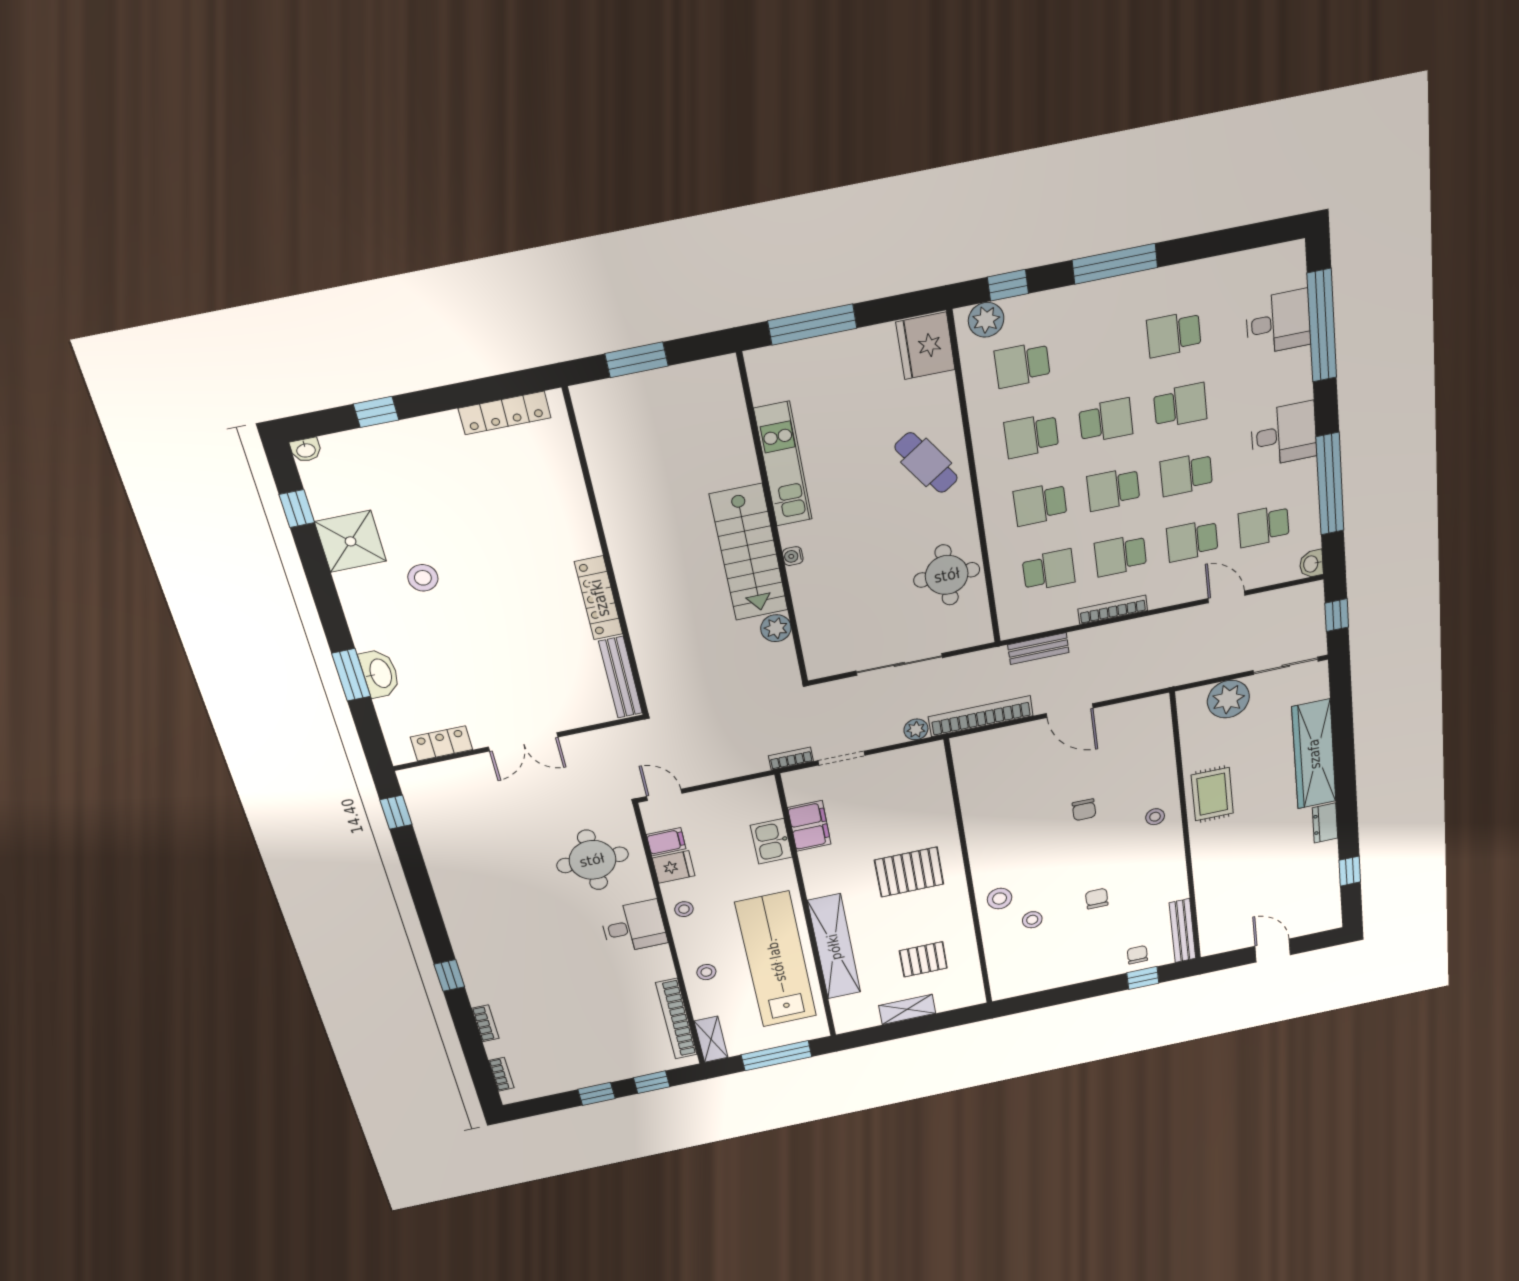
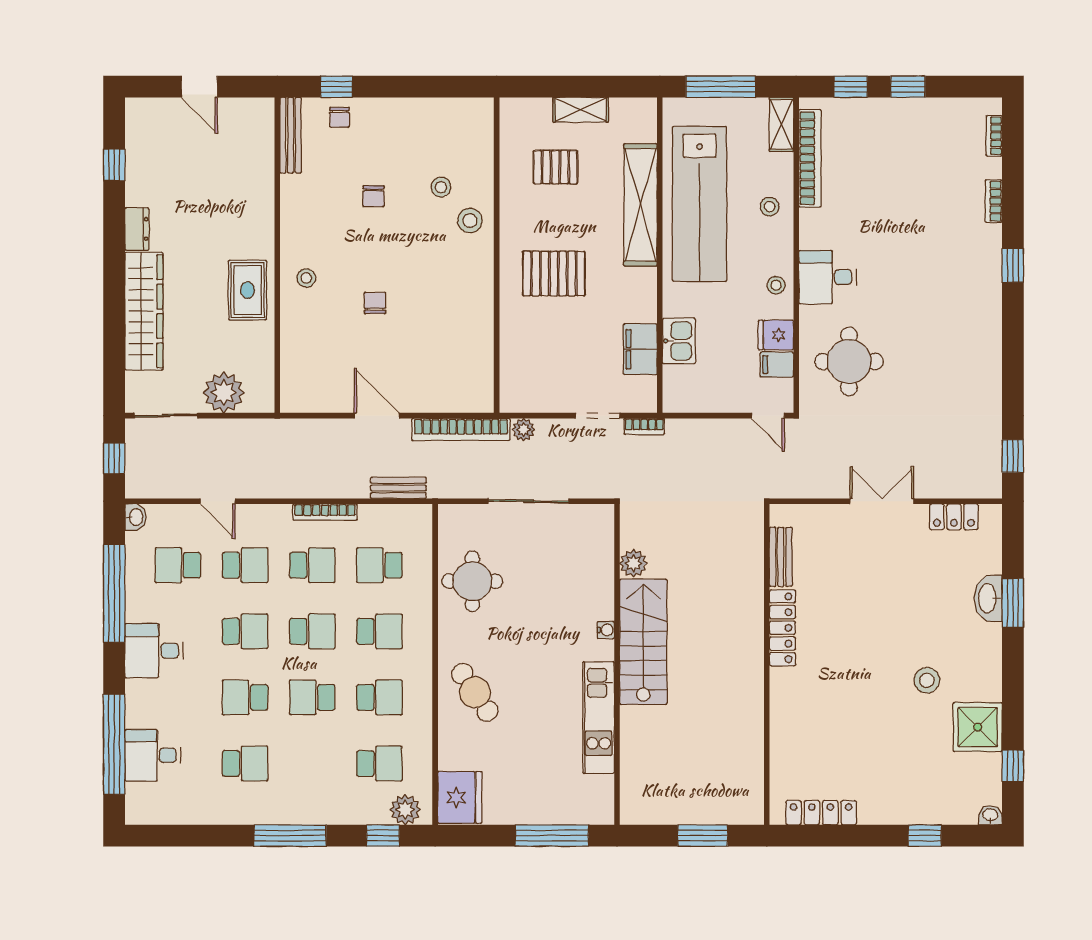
school desk: (1264, 526) -> (178, 565), turned 180
bench: (621, 677) -> (781, 557), width x0.73

